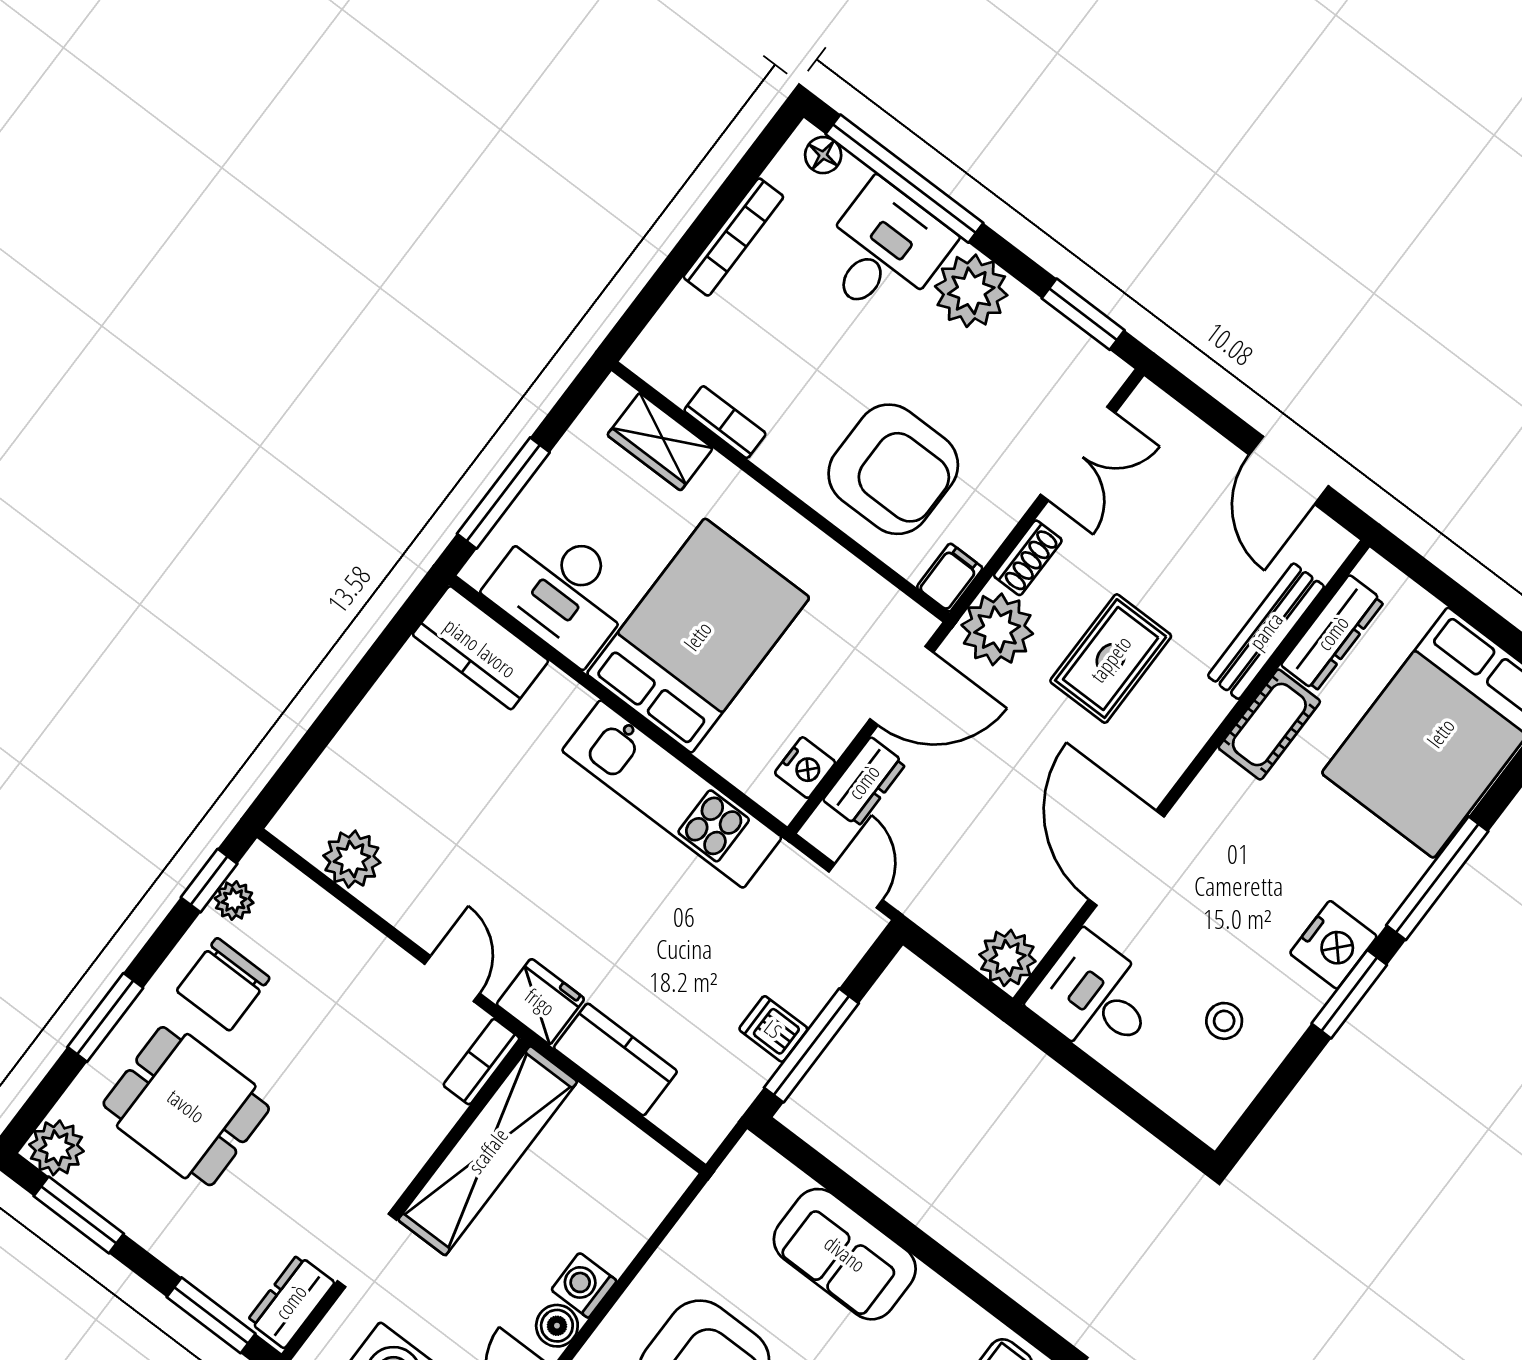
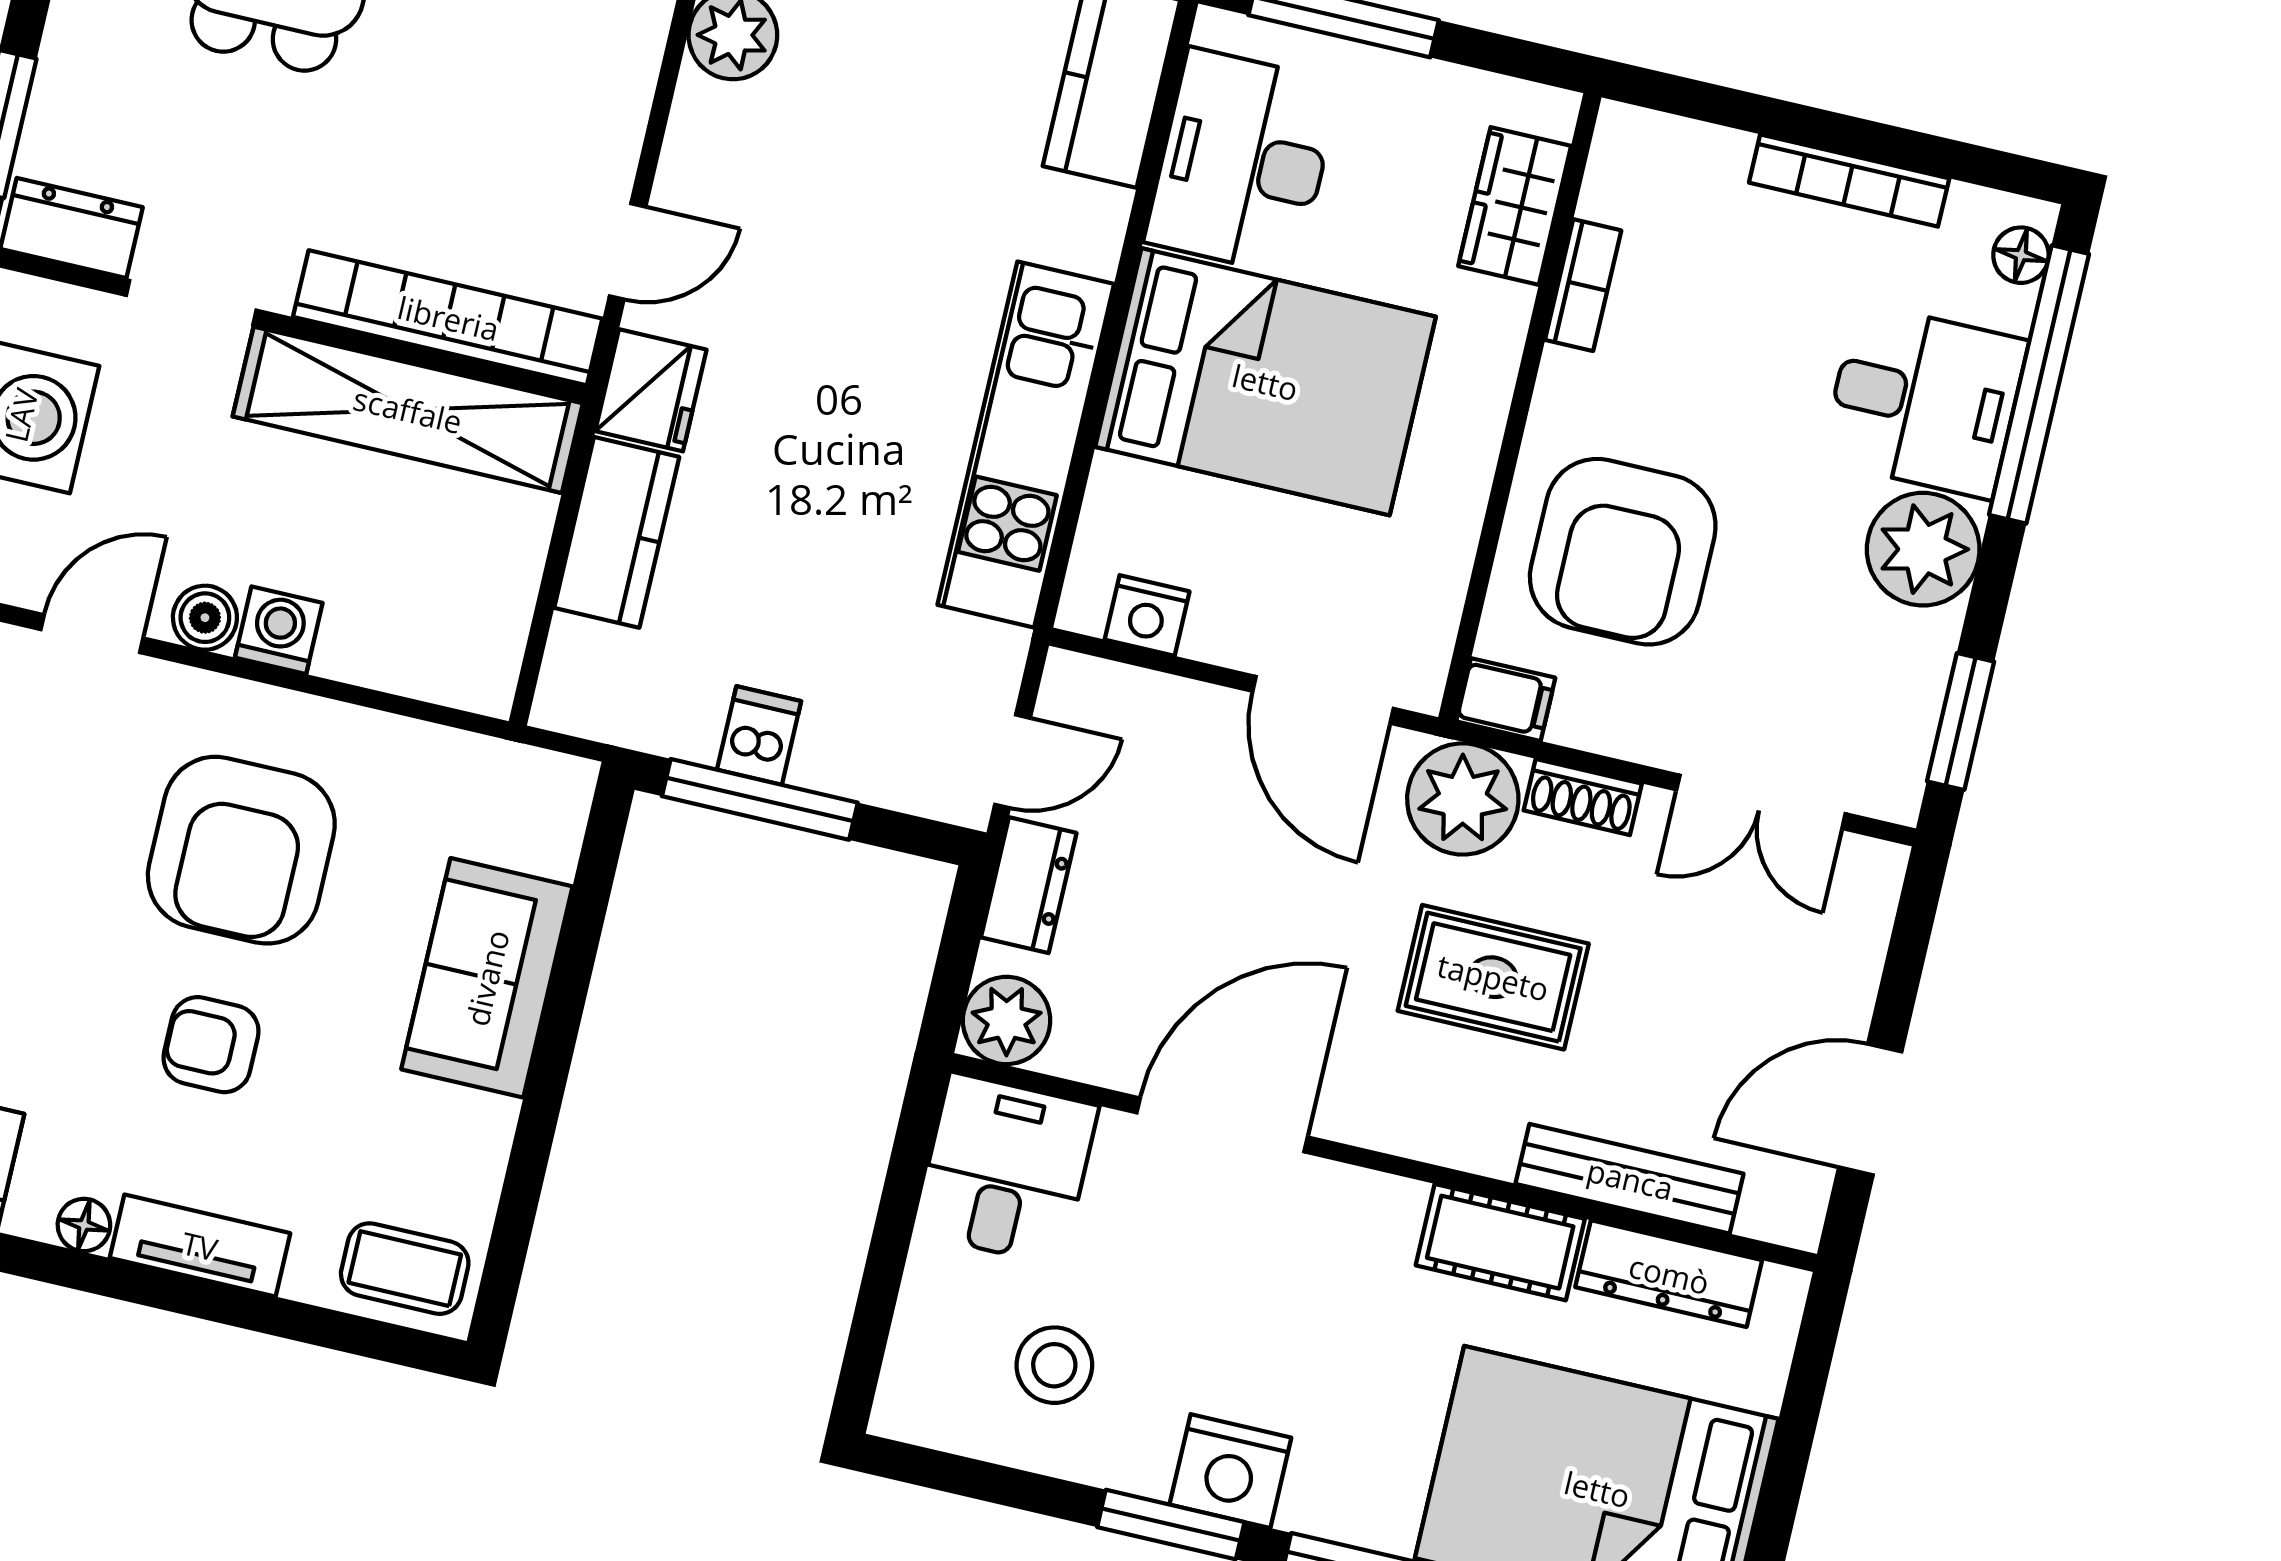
dresser: (864, 782) -> (1029, 885), moved, turned -90
stool: (1224, 1021) -> (1054, 1365), width x1.37, depth x1.37
bookcase: (482, 1062) -> (448, 318), width x2.31, depth x1.31

